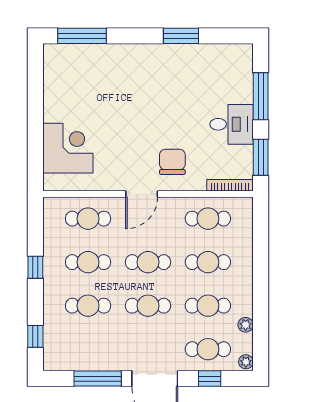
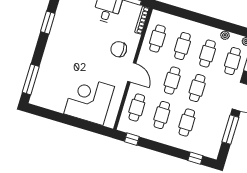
corner desk: (68, 148) -> (89, 100), width x1.36, depth x1.36
window: (35, 267) -> (132, 139), moved

